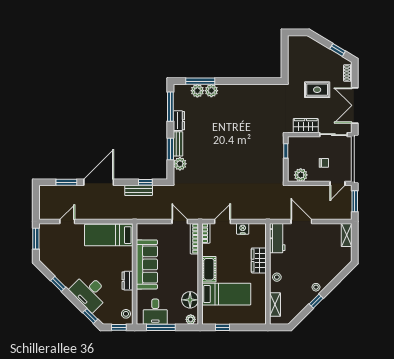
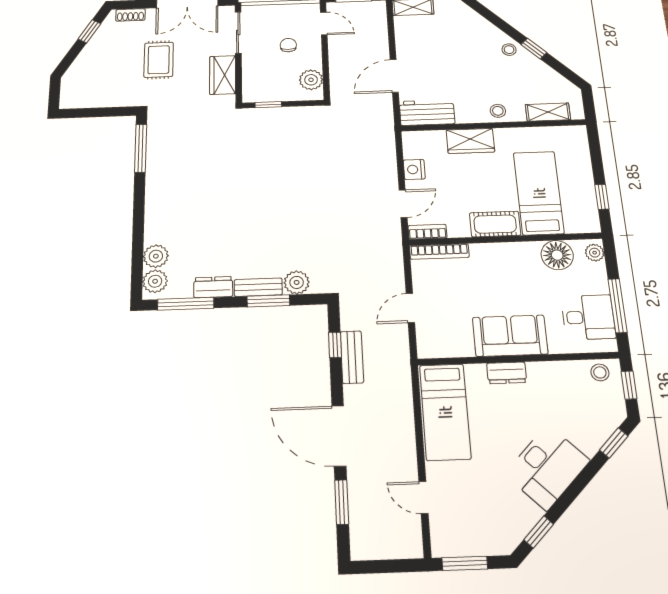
window: (200, 81) -> (141, 148), moved
plant: (211, 91) -> (155, 281), moved
door: (180, 221) -> (410, 308), moved
door: (223, 221) -> (403, 204), swing flipped
sofa: (147, 264) -> (510, 336), width x0.73
dresser: (127, 281) -> (507, 373), moved
window: (58, 284) -> (539, 532), moved
desk: (90, 292) -> (547, 467), moved

